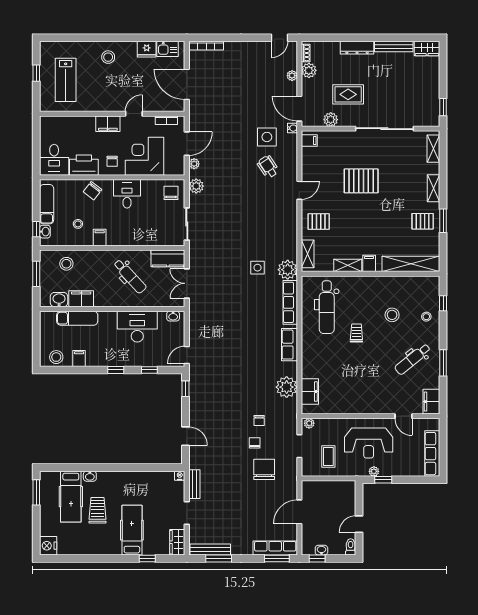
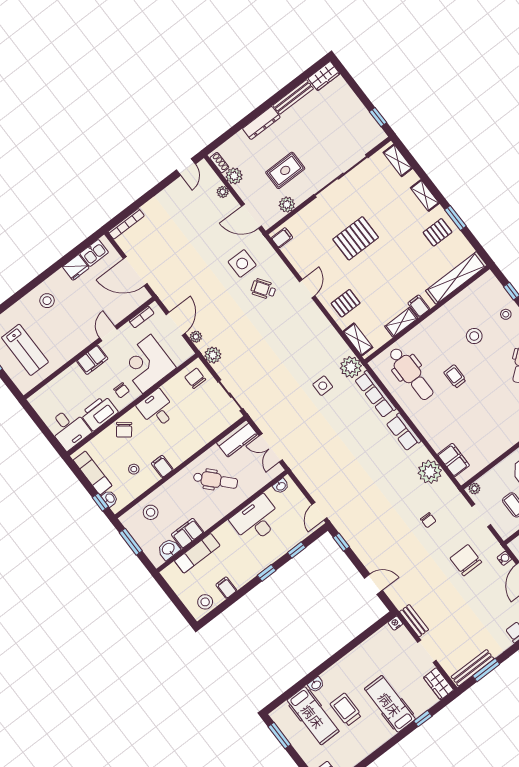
water cooler: (292, 128) -> (504, 558), moved
chair: (255, 443) -> (439, 543), removed

